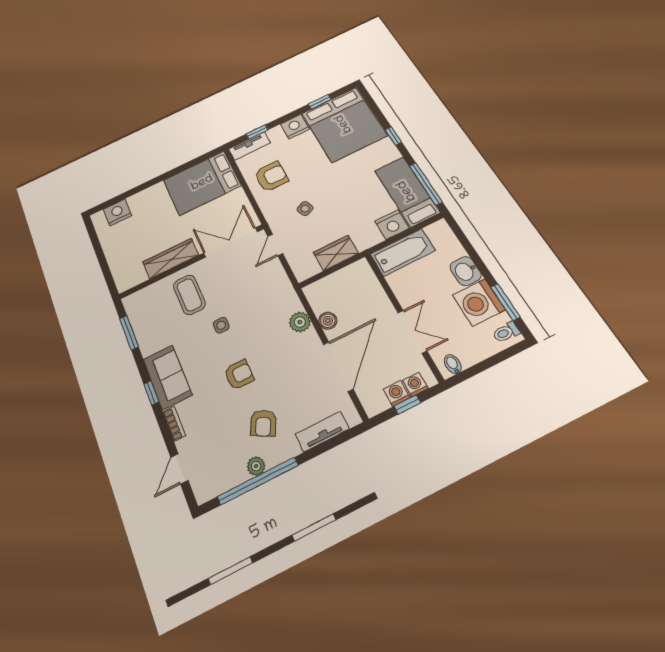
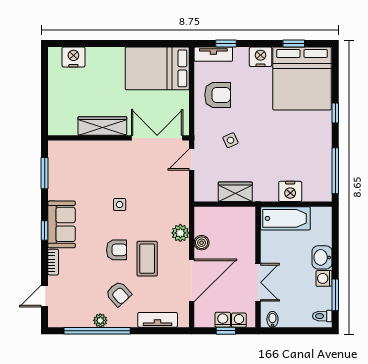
bed: (407, 191) -> (317, 169), removed
coffee table: (189, 295) -> (147, 259), moved
washing machine: (479, 302) -> (324, 278), width x0.53, depth x0.53
armchair: (263, 423) -> (119, 294), turned -69

